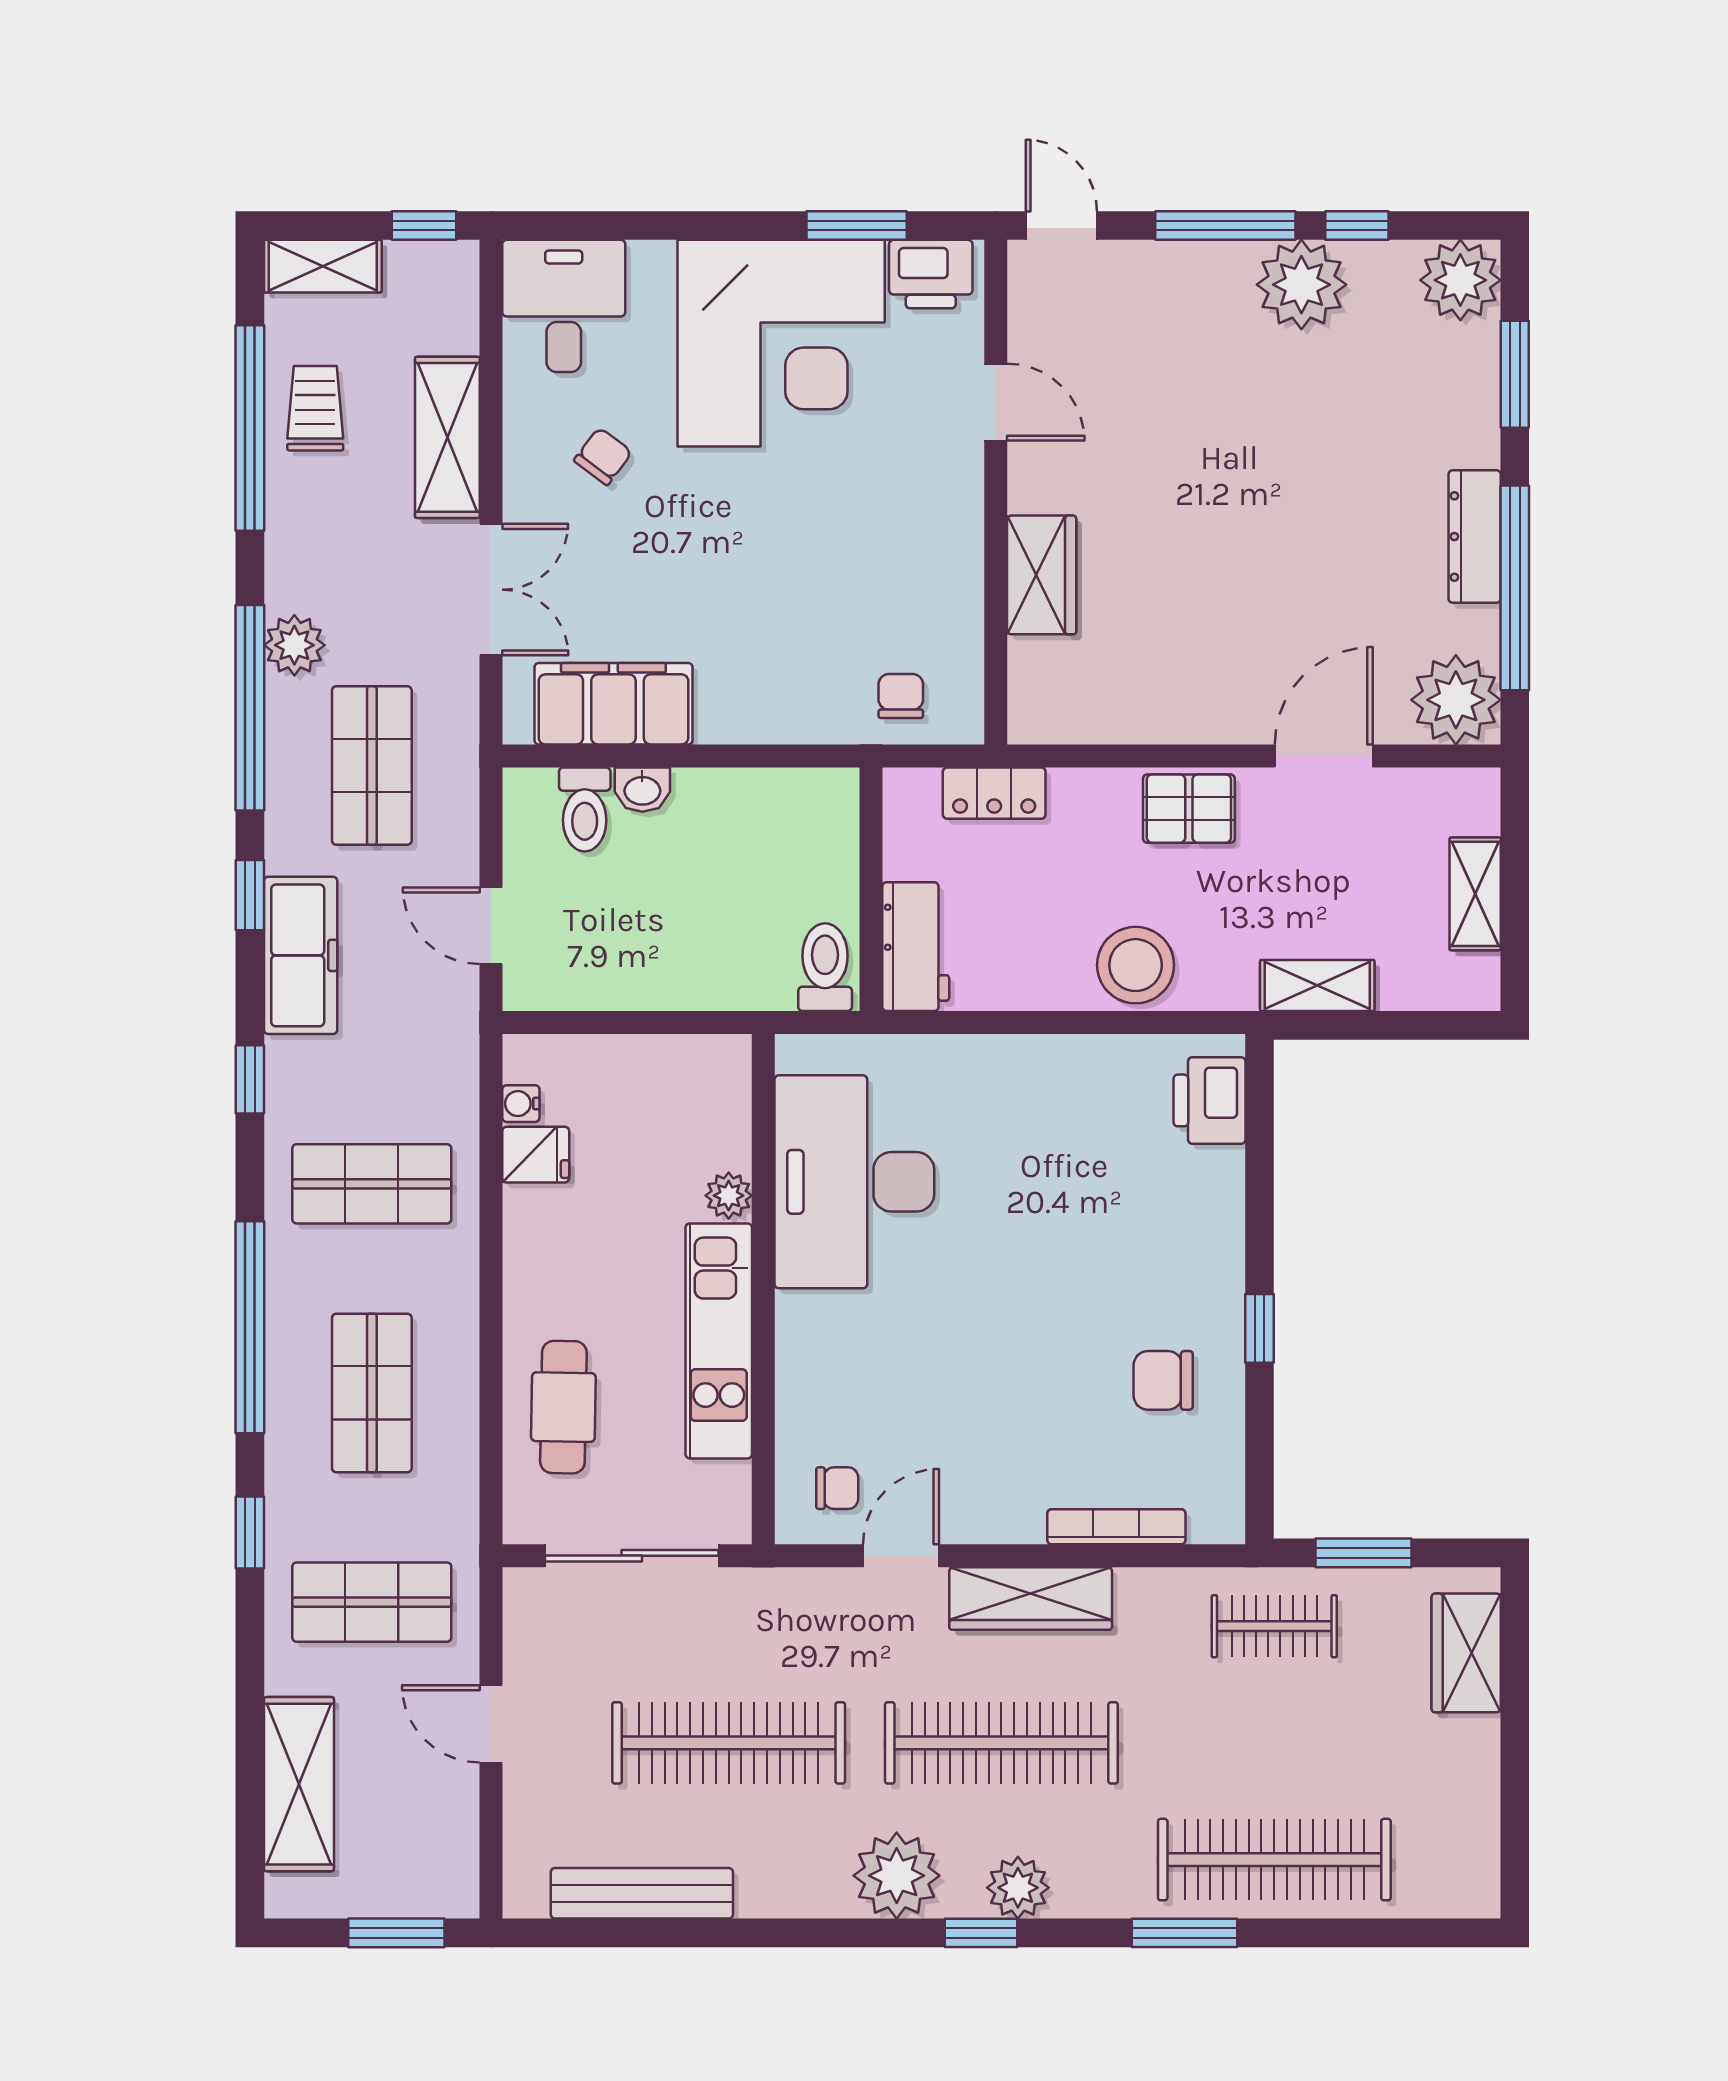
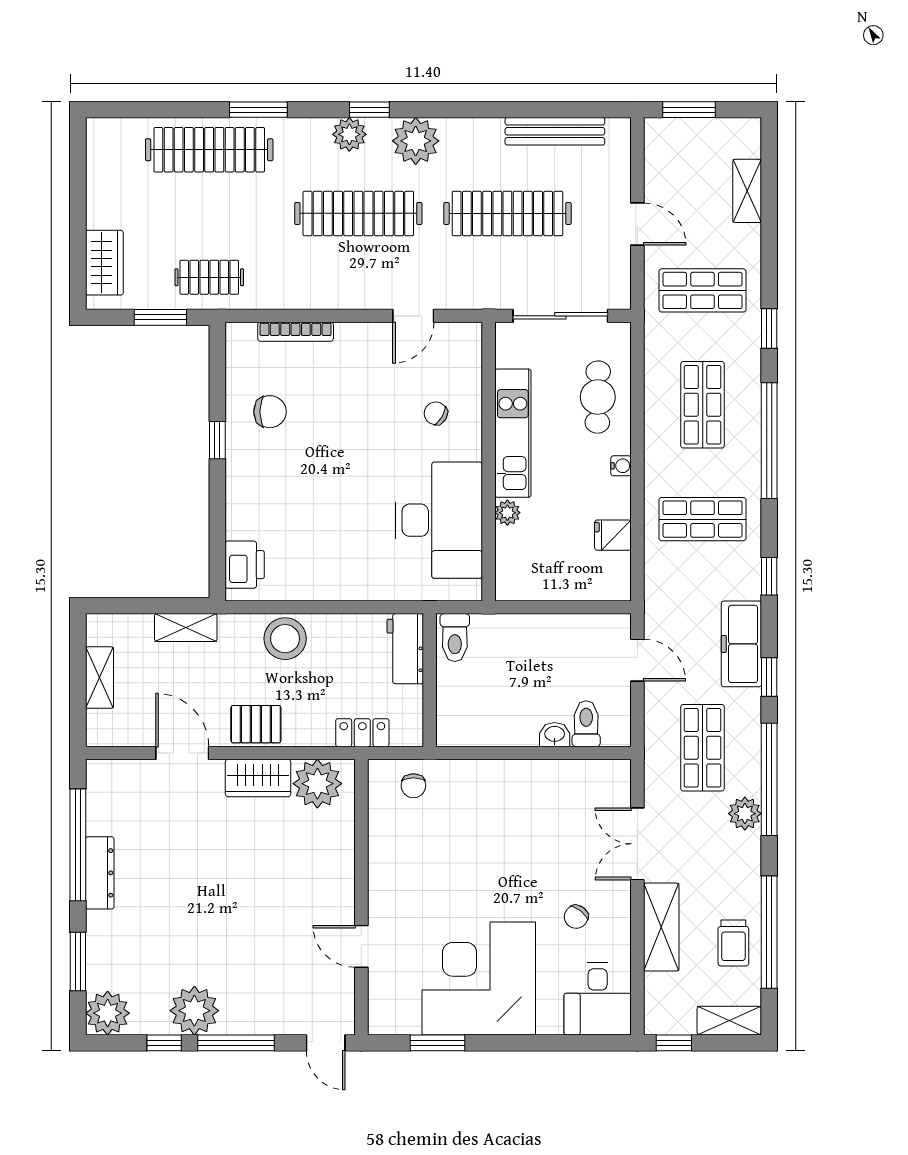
printer: (931, 274) -> (397, 1016), removed
wardrobe: (1042, 575) -> (258, 778), moved, turned -90
plant: (1456, 700) -> (317, 784), moved
filing cabinet: (613, 704) -> (570, 782), removed
door: (1324, 756) -> (182, 753), swing flipped
water cooler: (521, 1104) -> (621, 466), moved
chair: (837, 1488) -> (436, 413), moved, turned 31
wardrobe: (1031, 1598) -> (342, 292), removed
shelving: (299, 1784) -> (747, 191), width x0.67, depth x0.75

